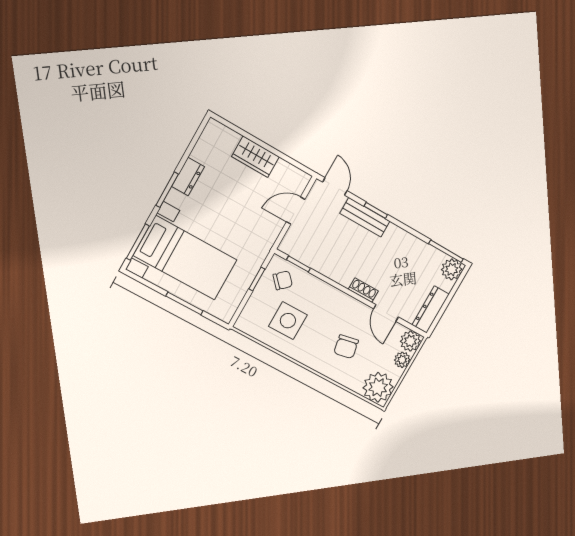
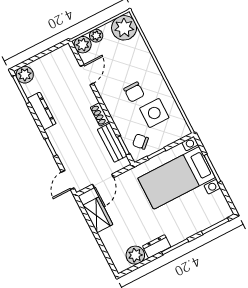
plant: (206, 151) -> (135, 255), added
wardrobe: (255, 157) -> (98, 215), moved
door: (296, 211) -> (103, 181), hinge flipped
bench: (365, 217) -> (112, 143), moved
bed with nightstands: (185, 258) -> (176, 178), moved, turned -90
shoe rack: (363, 290) -> (100, 114), moved
dresser: (431, 310) -> (42, 111), moved, turned -90
chair: (346, 347) -> (134, 92), moved, turned 101

